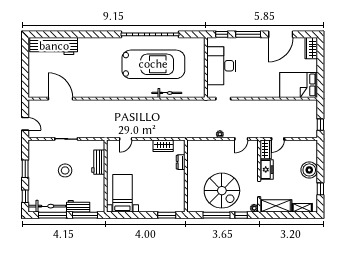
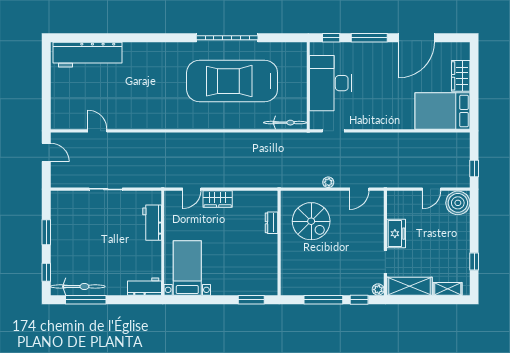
garage door: (150, 34) -> (227, 38), width x0.73
wardrobe: (311, 48) -> (461, 76), moved
car: (153, 64) -> (232, 81), turned 180
bicycle: (167, 93) -> (285, 123), moved
door: (60, 99) -> (97, 131), width x0.53
door: (25, 124) -> (46, 152), moved
door: (278, 139) -> (431, 189), moved
wardrobe: (163, 146) -> (218, 199), moved
wardrobe: (266, 149) -> (395, 204), removed
stool: (65, 170) -> (104, 235), removed
boiler: (309, 170) -> (458, 203), moved
spiral stairs: (222, 191) -> (311, 221), moved, width x0.73, depth x0.73
workbench: (78, 206) -> (144, 287), moved
window: (85, 215) -> (133, 300), removed

